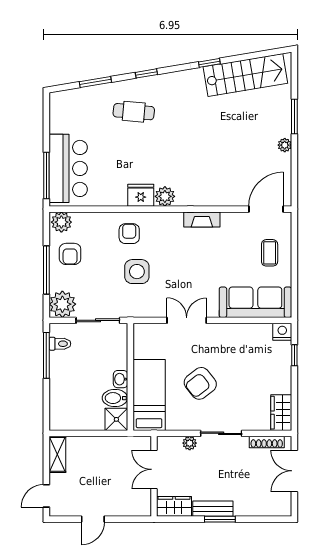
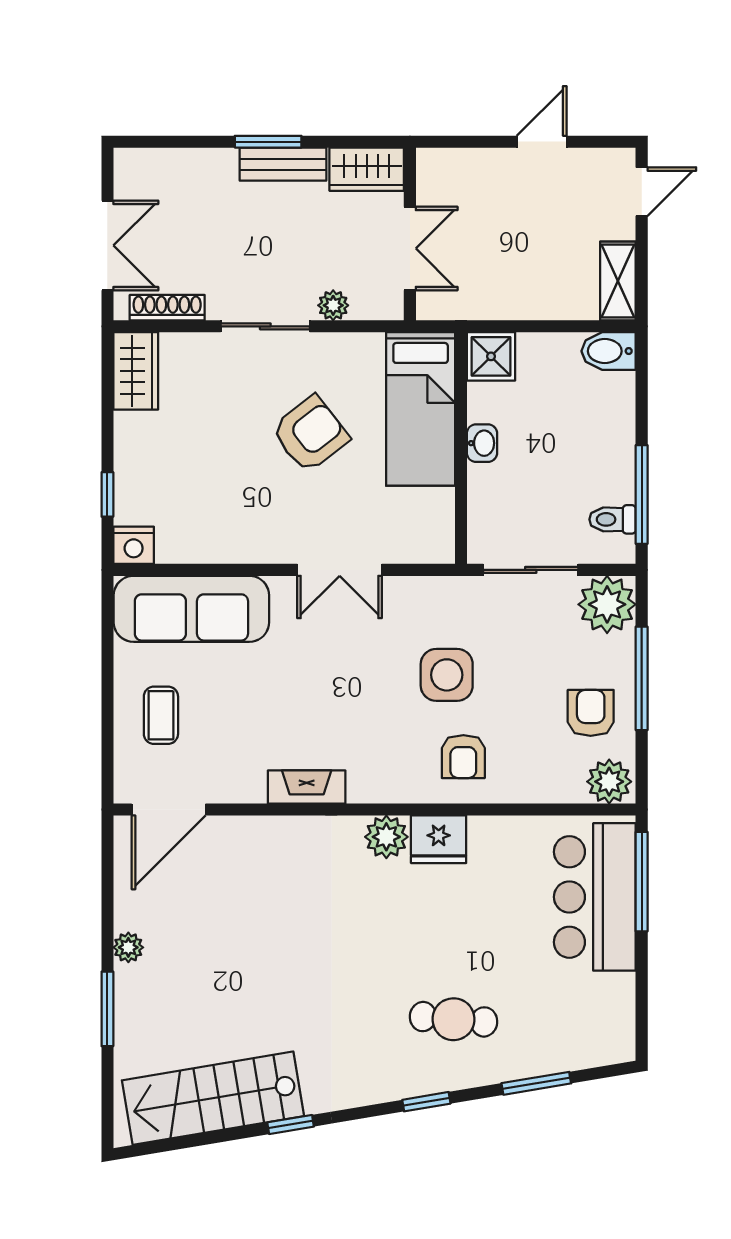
bidet: (115, 398) -> (609, 351), moved, turned 180

